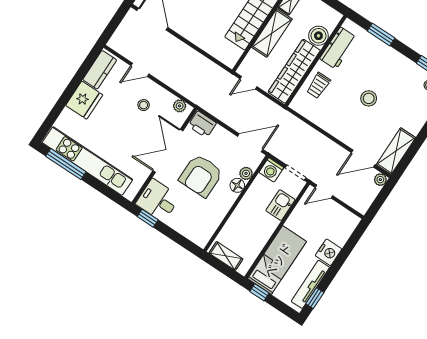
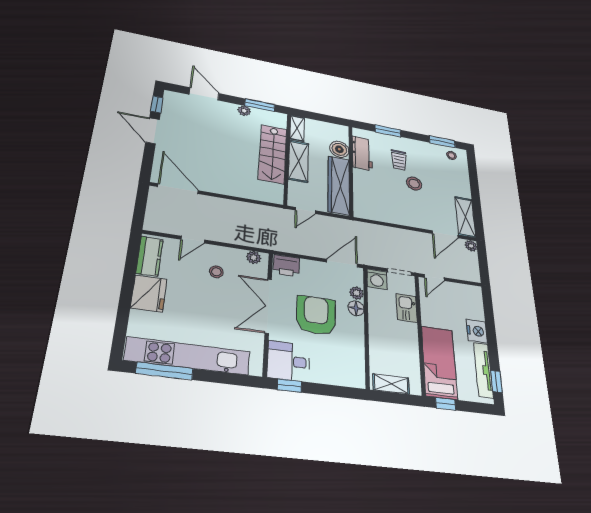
trolley: (318, 85) -> (399, 160), moved
armchair: (201, 176) -> (316, 315), turned 180

